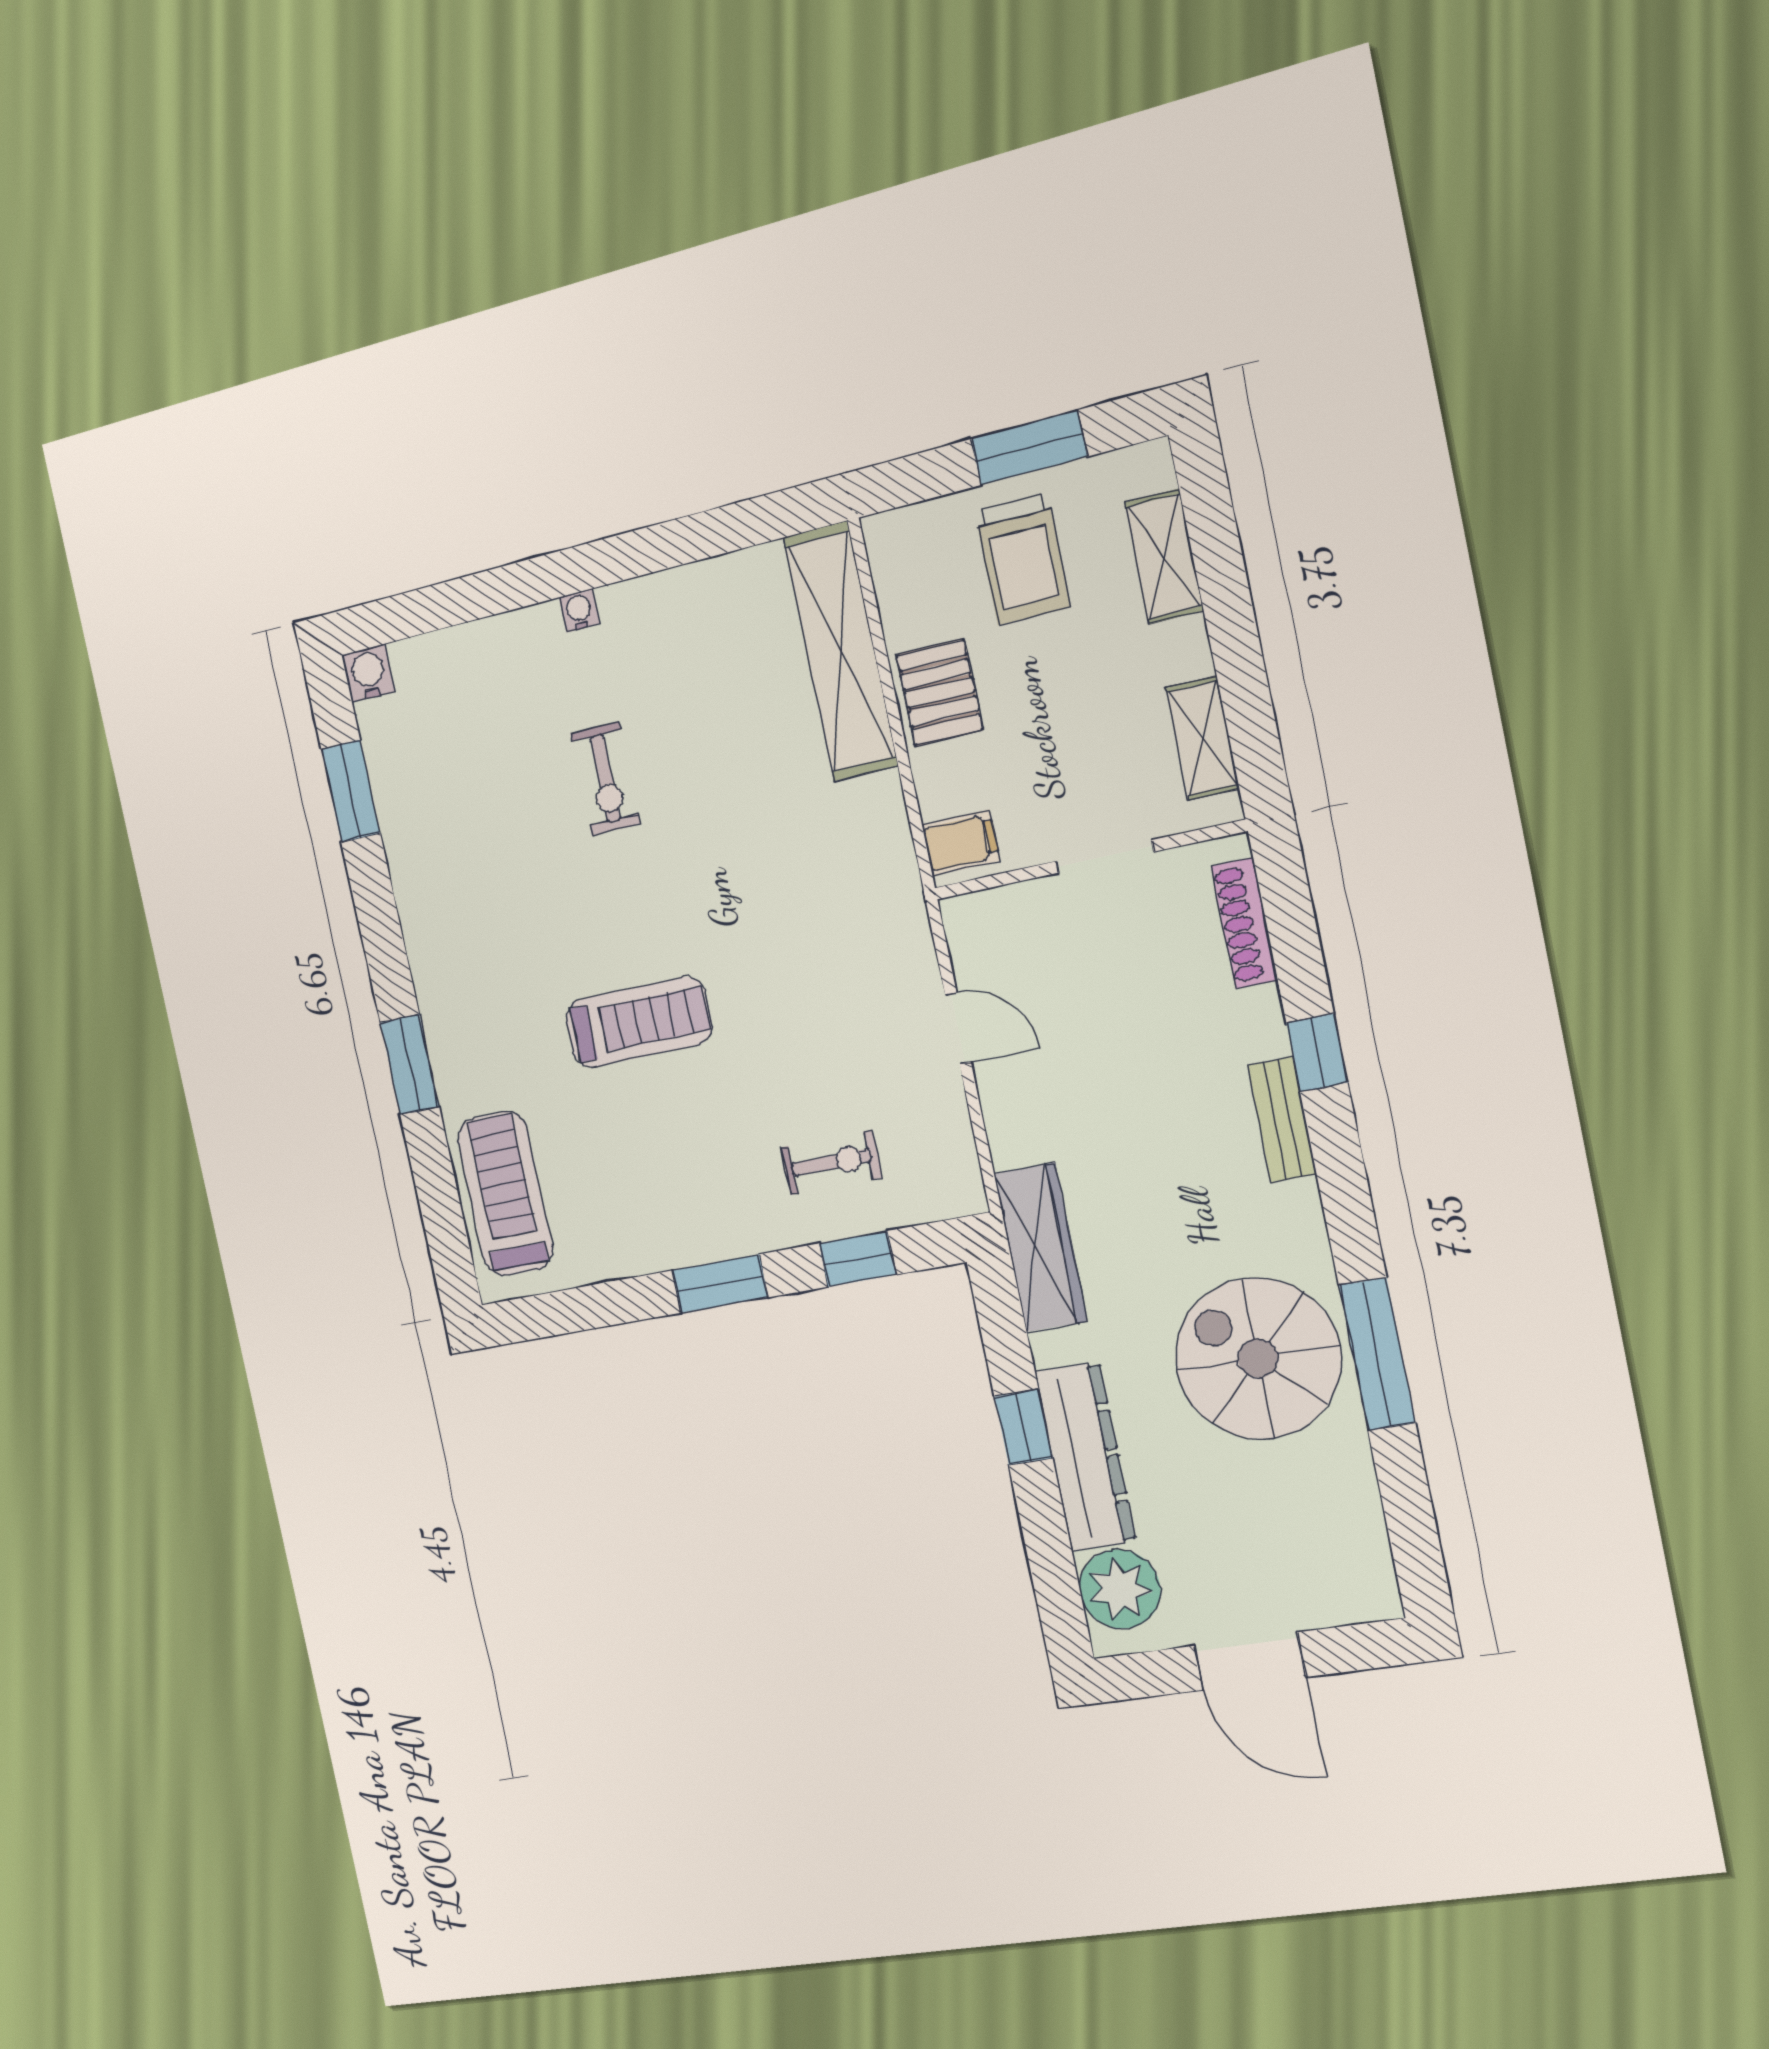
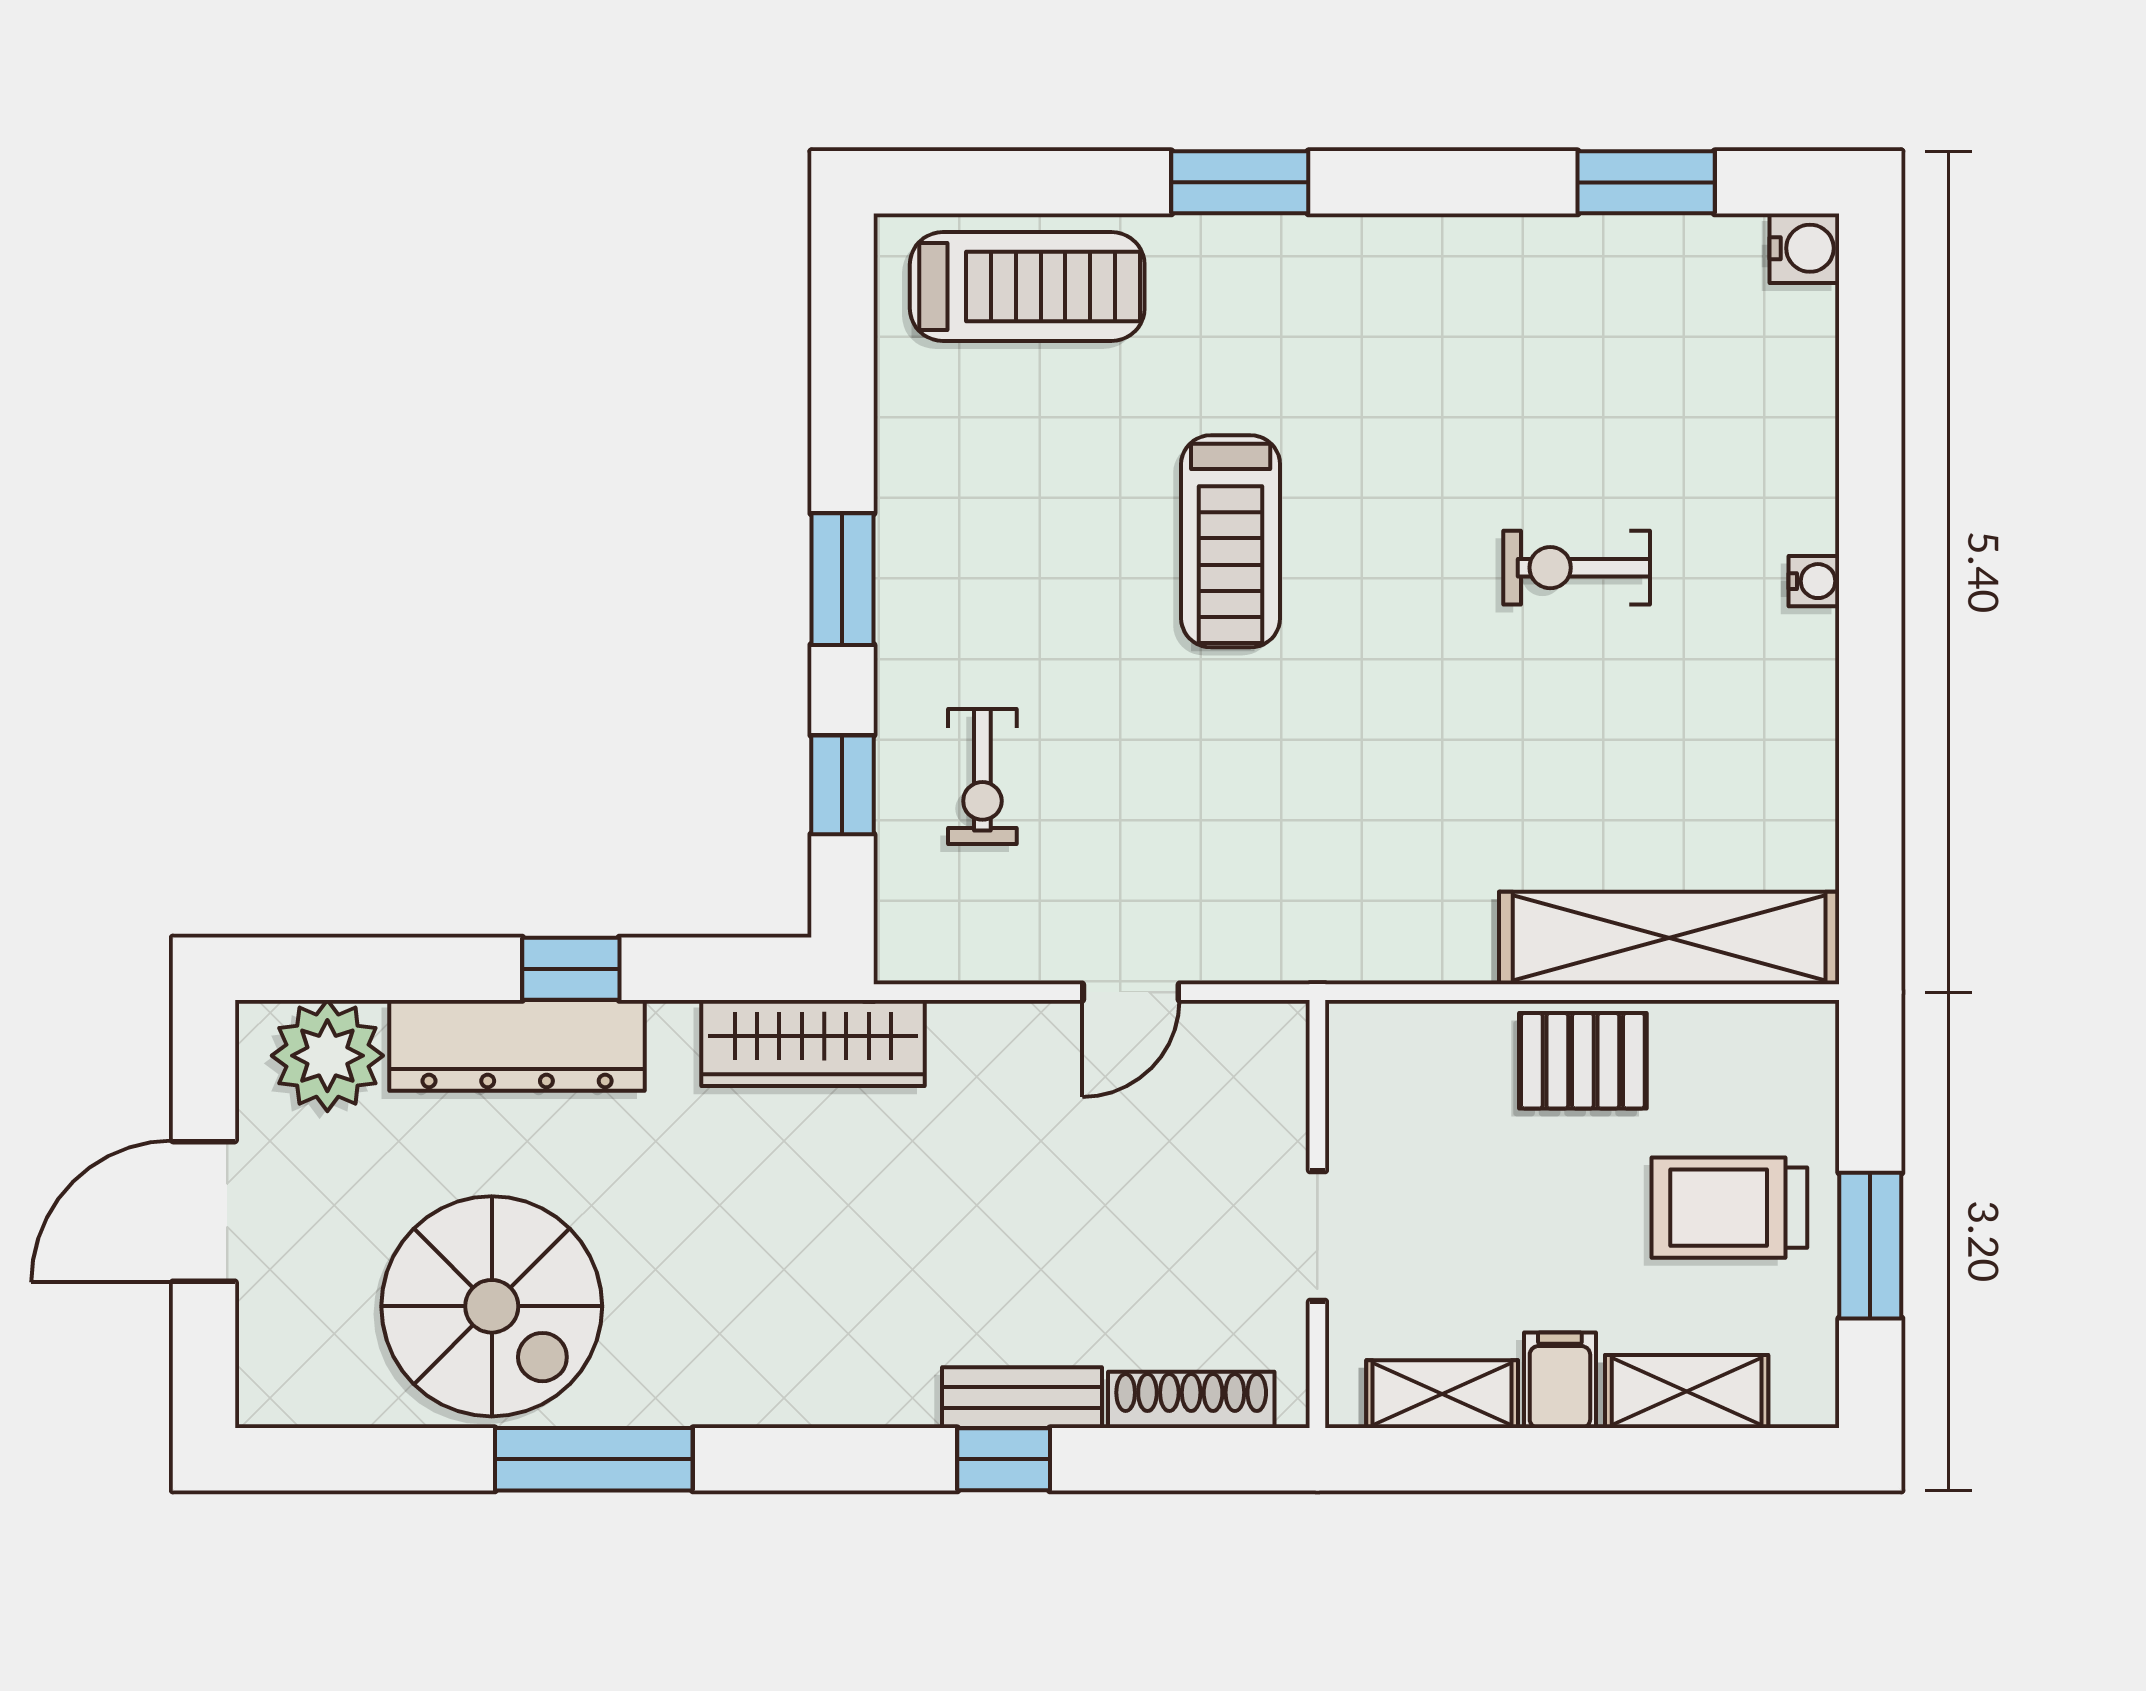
filing cabinet: (961, 843) -> (1560, 1380), moved, turned 180
bench: (1282, 1120) -> (1022, 1398), moved
spiral stairs: (1258, 1358) -> (492, 1306), moved, turned 90

